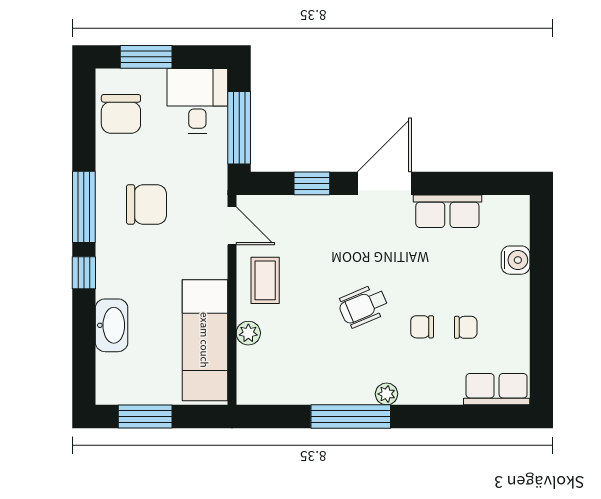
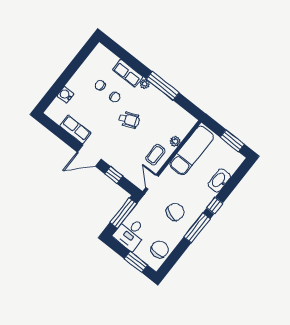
chair: (147, 204) -> (175, 212), turned 111
row of seats: (497, 389) -> (128, 73), moved

